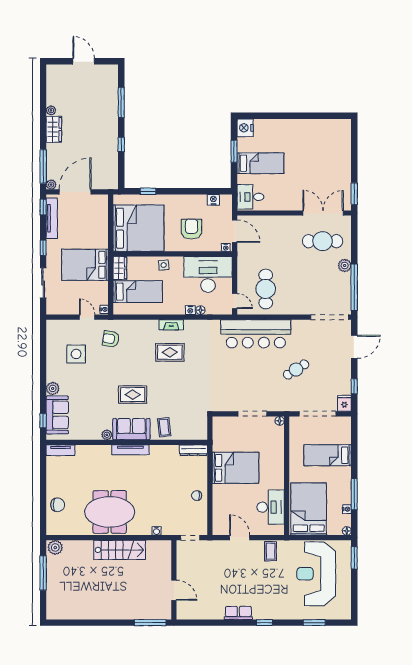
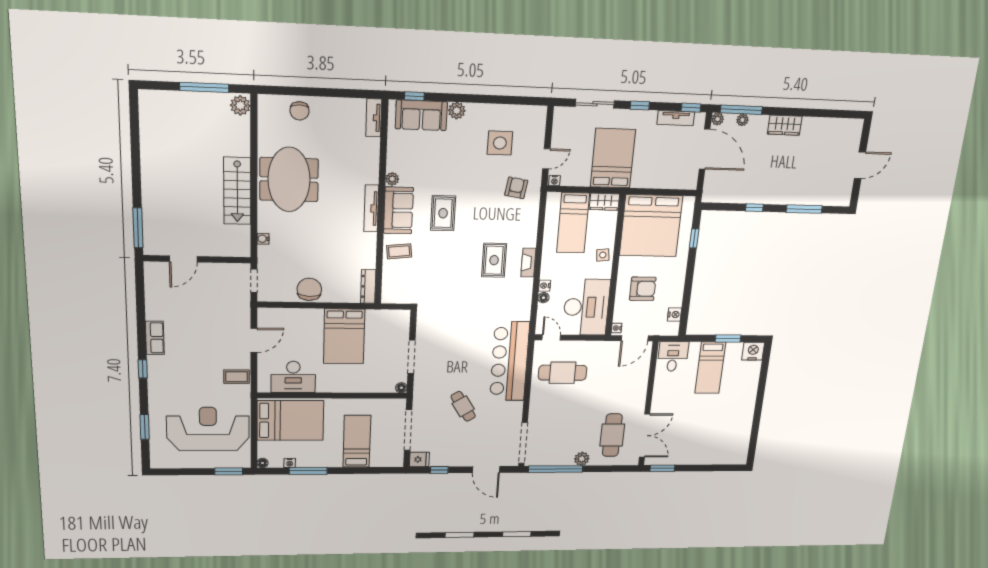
plant: (51, 110) -> (742, 120), moved
tv unit: (52, 218) -> (676, 118), width x0.71
door: (235, 301) -> (551, 337), swing flipped
chair: (197, 496) -> (309, 289), width x1.87, depth x1.87

